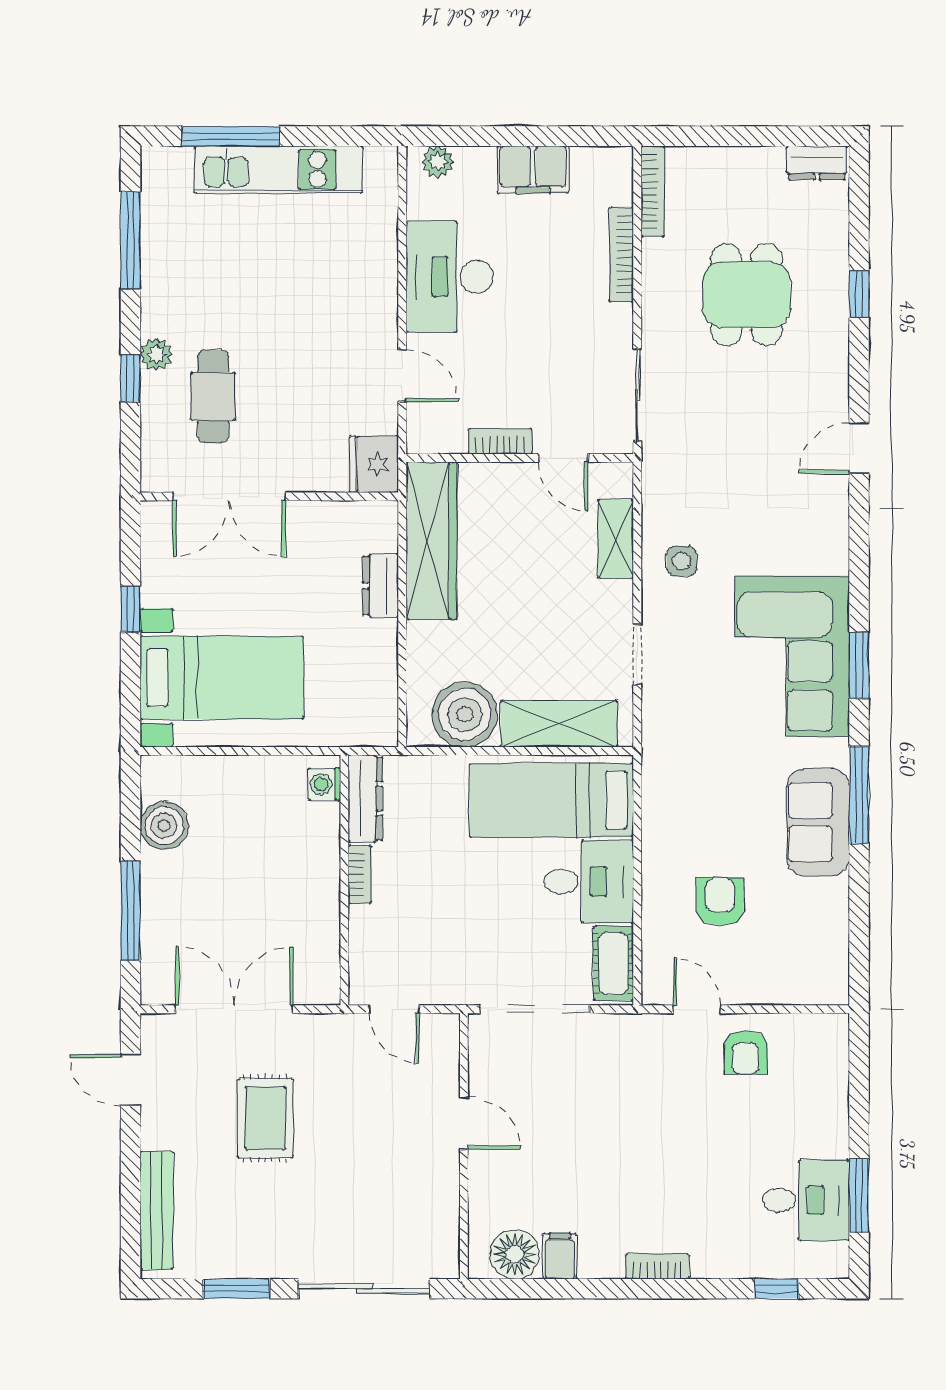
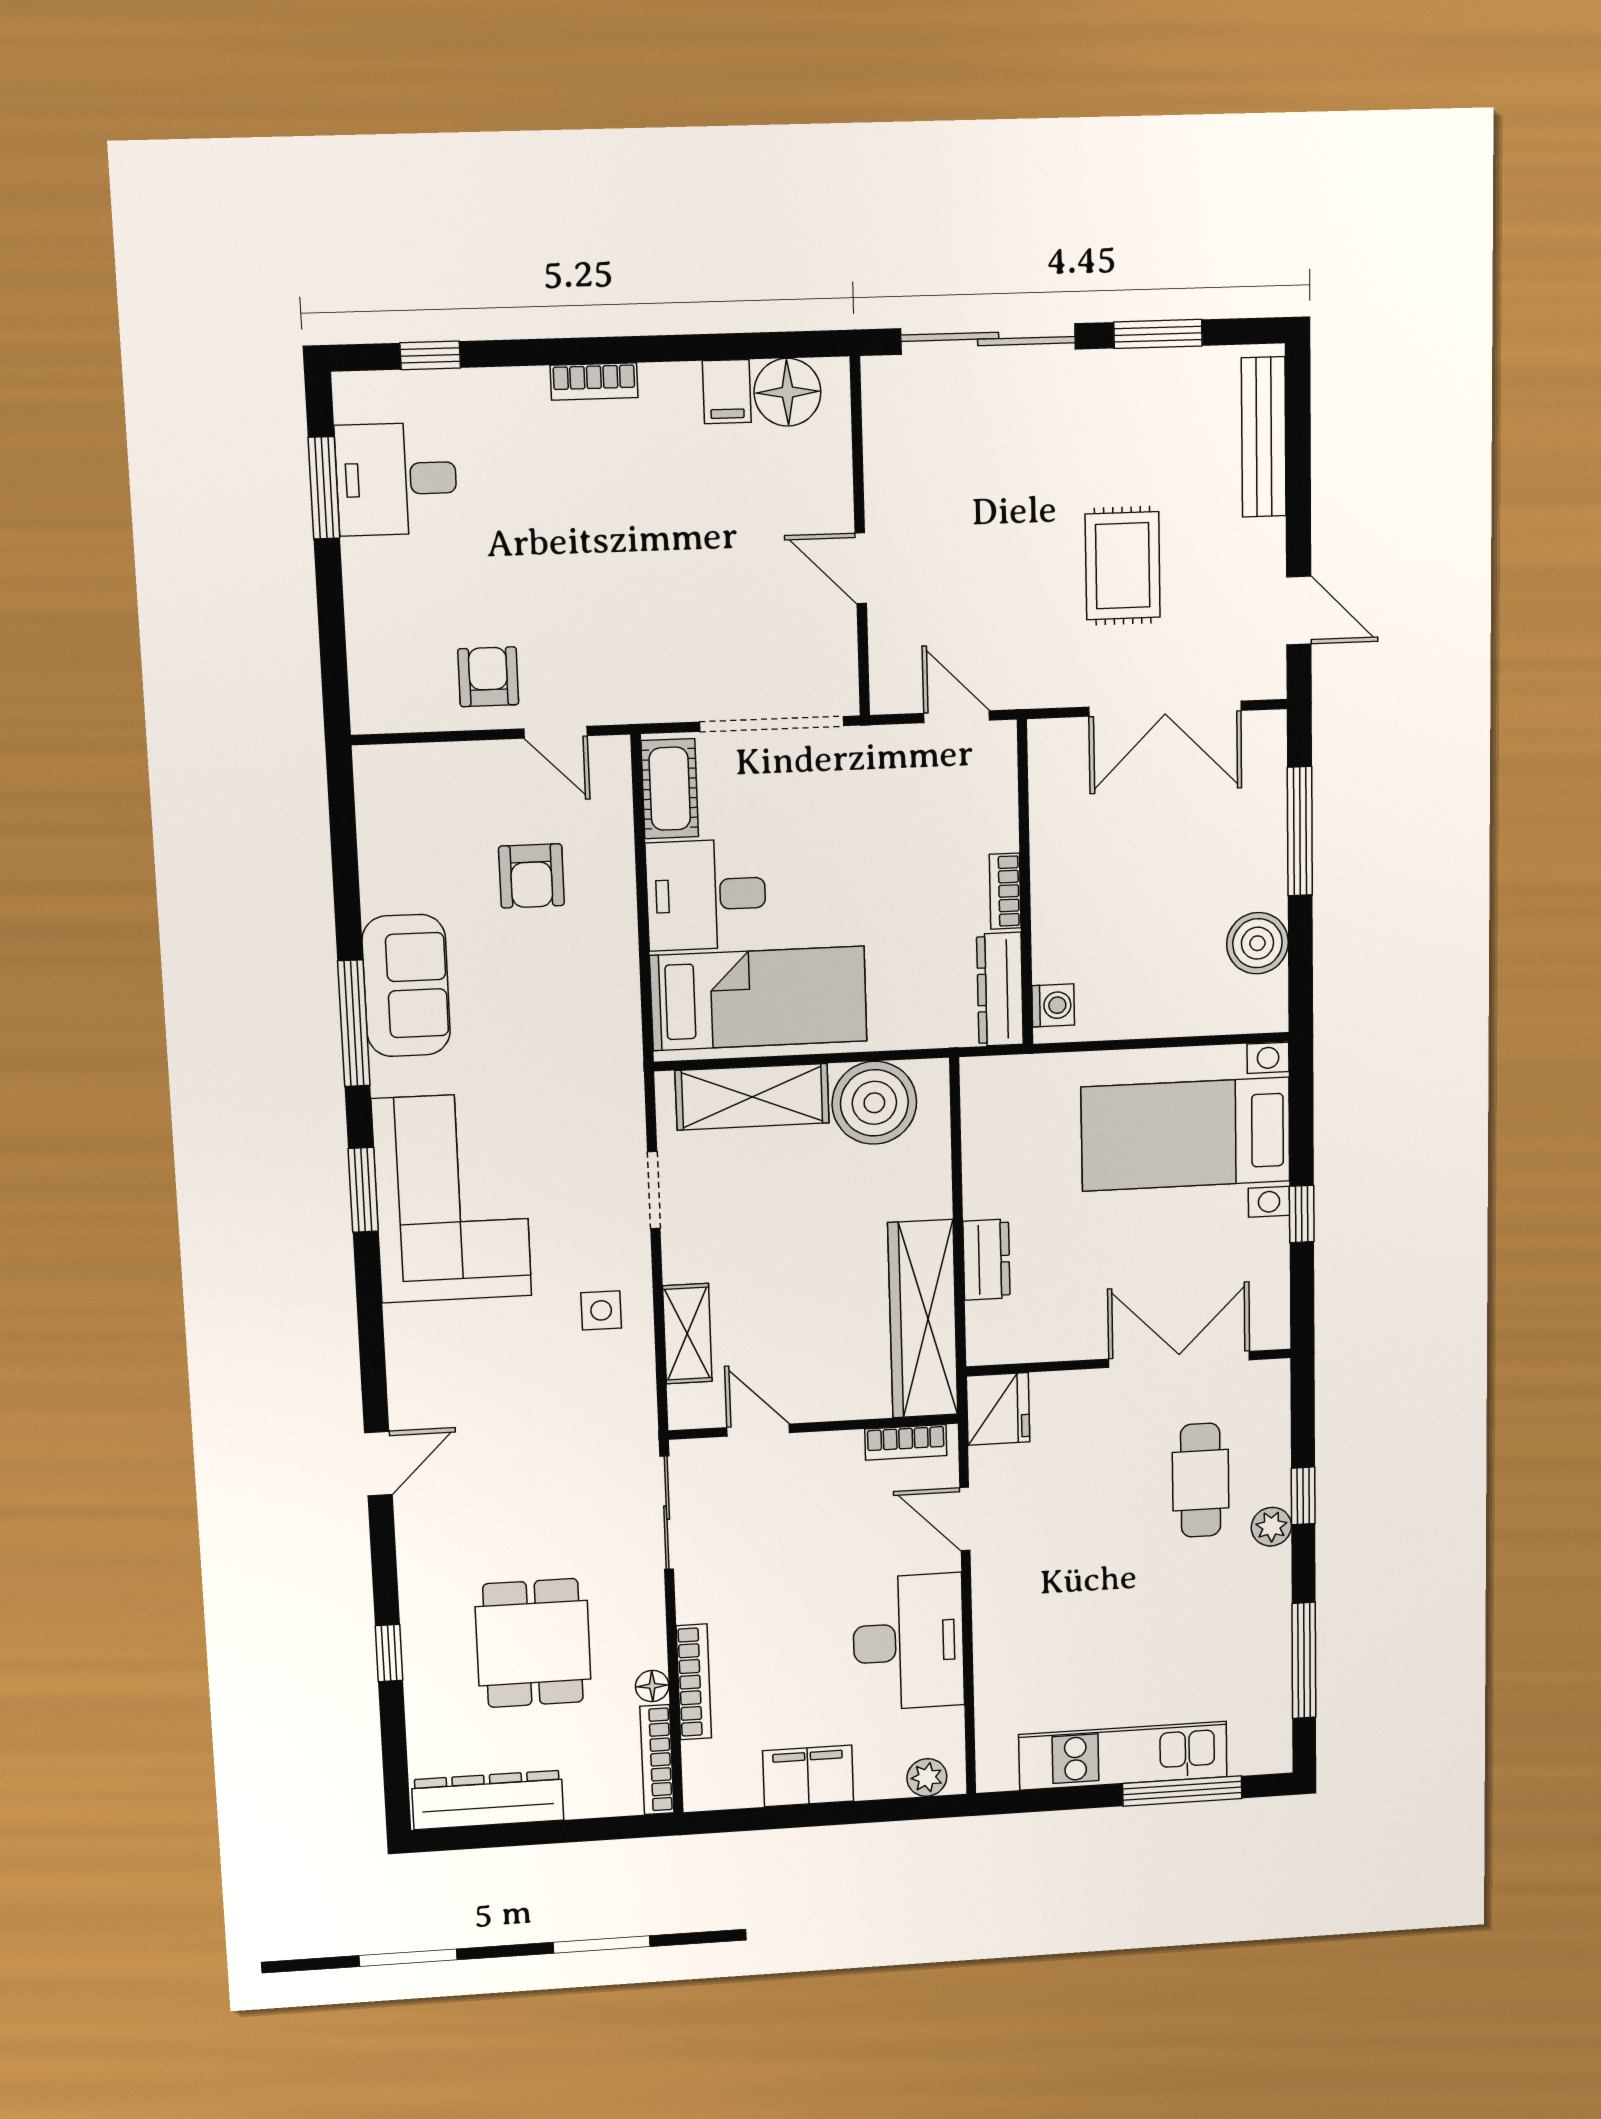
dresser: (817, 163) -> (488, 1800), width x1.96, depth x1.24
floor lamp: (654, 253) -> (652, 1686), added
bookcase: (500, 441) -> (906, 1442), moved

